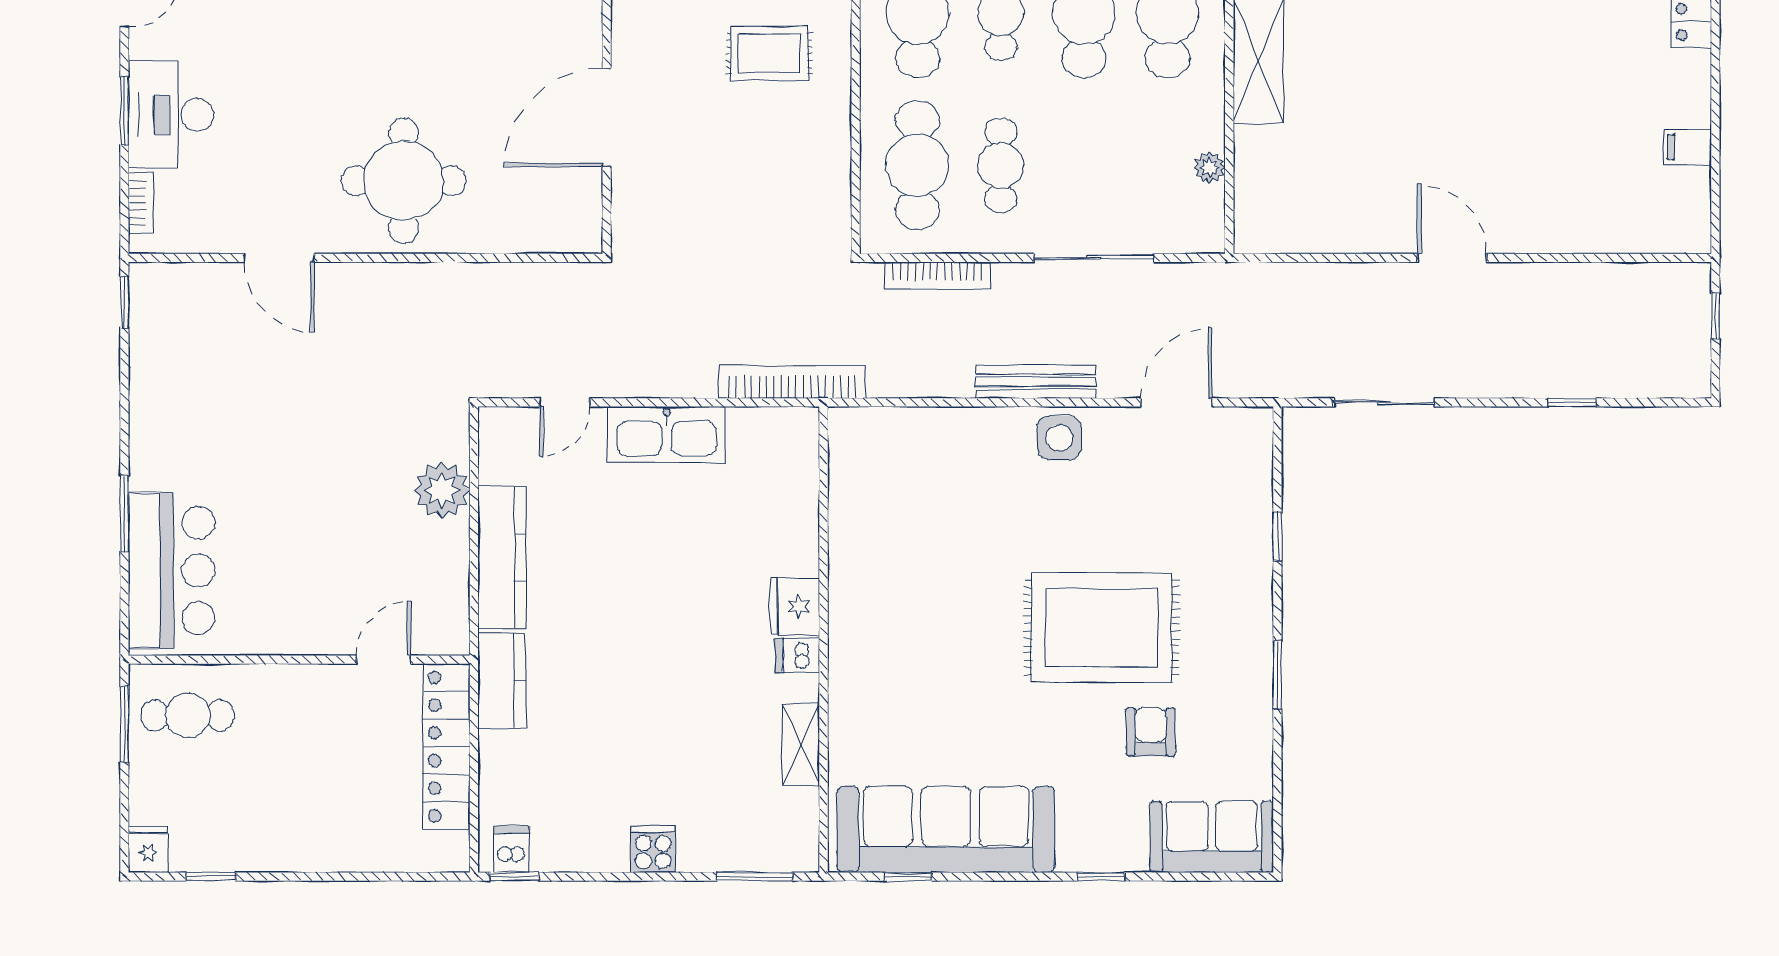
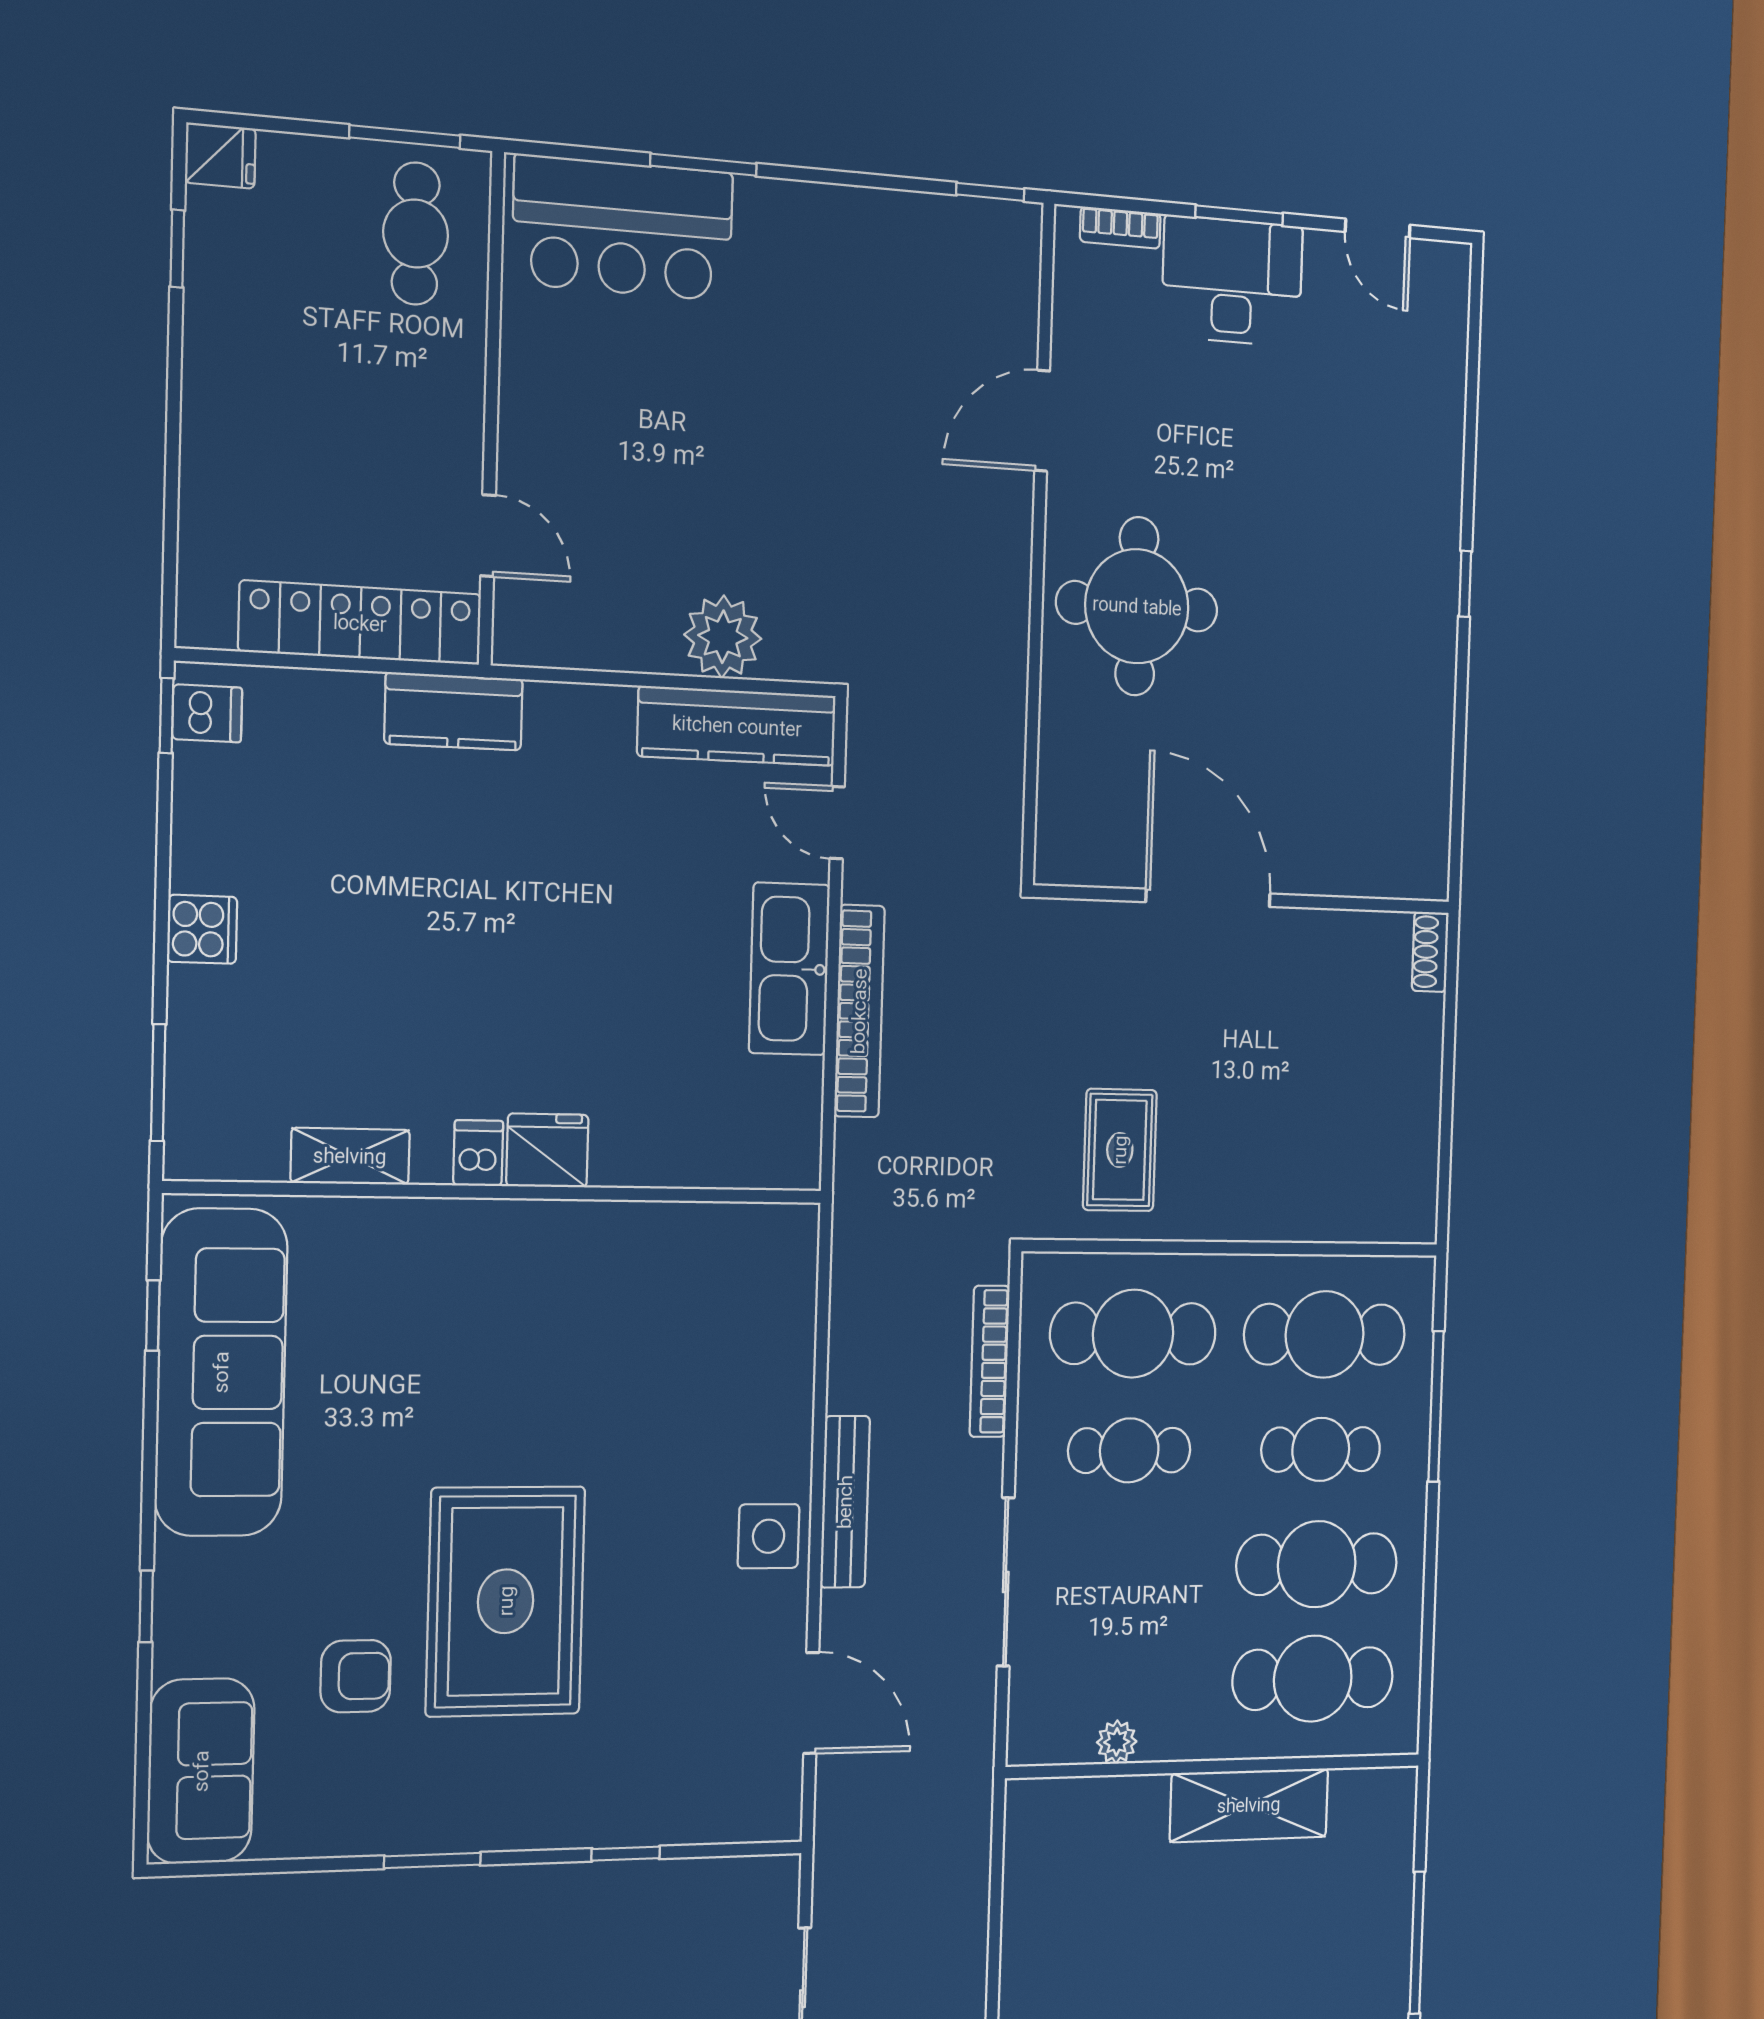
rug: (769, 54) -> (1120, 1150), moved
bookcase: (792, 382) -> (859, 1011), moved
kitchen counter: (502, 558) -> (737, 726), moved

